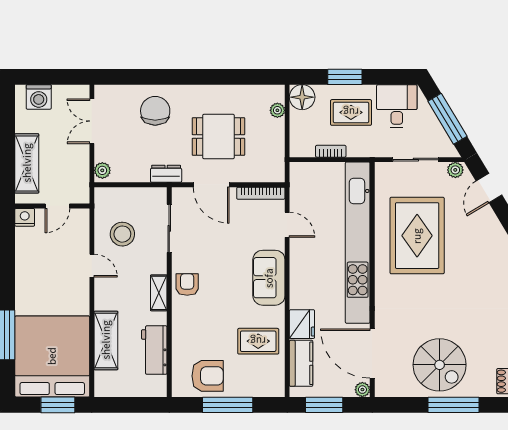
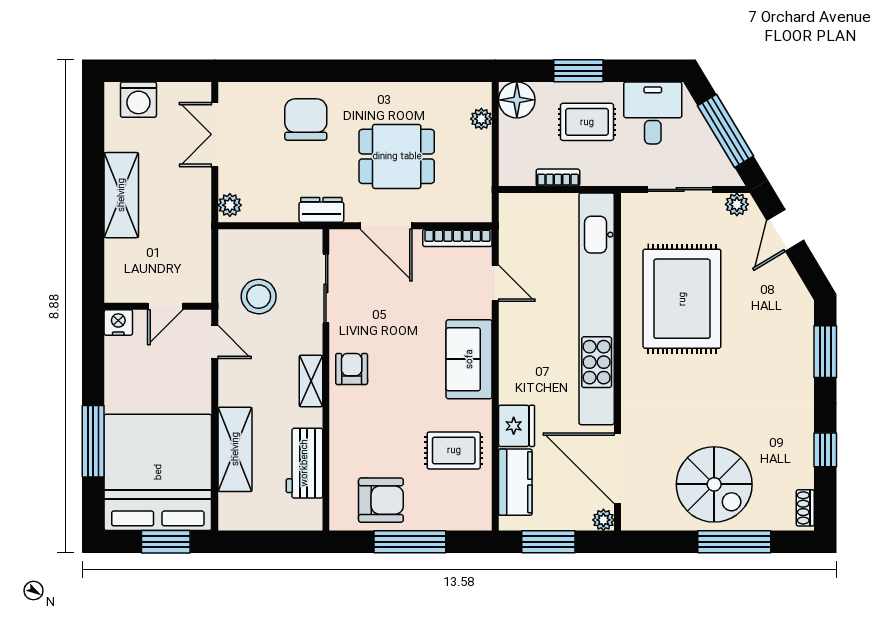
wall: (52, 206) -> (158, 306), moved
door: (57, 206) -> (165, 306), moved
nightstand: (25, 217) -> (118, 322), moved

